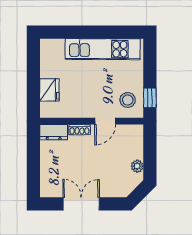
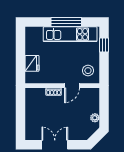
window: (97, 32) -> (66, 22), added
window: (150, 98) -> (104, 45), moved
dresser: (54, 132) -> (35, 94), removed

